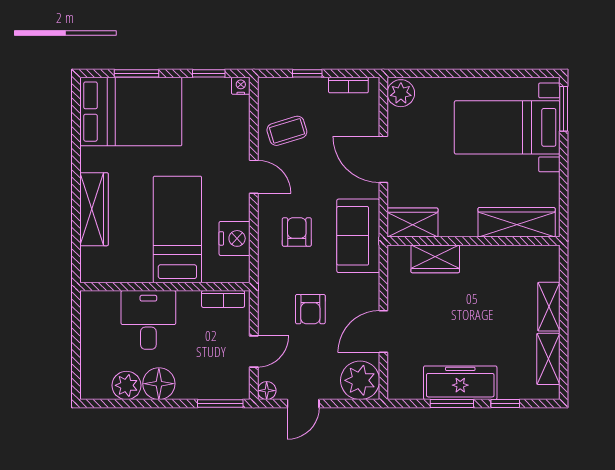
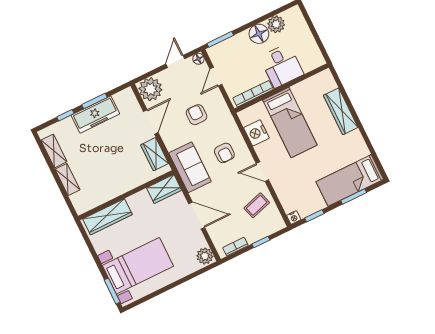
bed: (131, 112) -> (350, 180), width x0.67
wardrobe: (435, 259) -> (155, 154), moved, turned -90
bookcase: (223, 299) -> (253, 94), width x1.56

